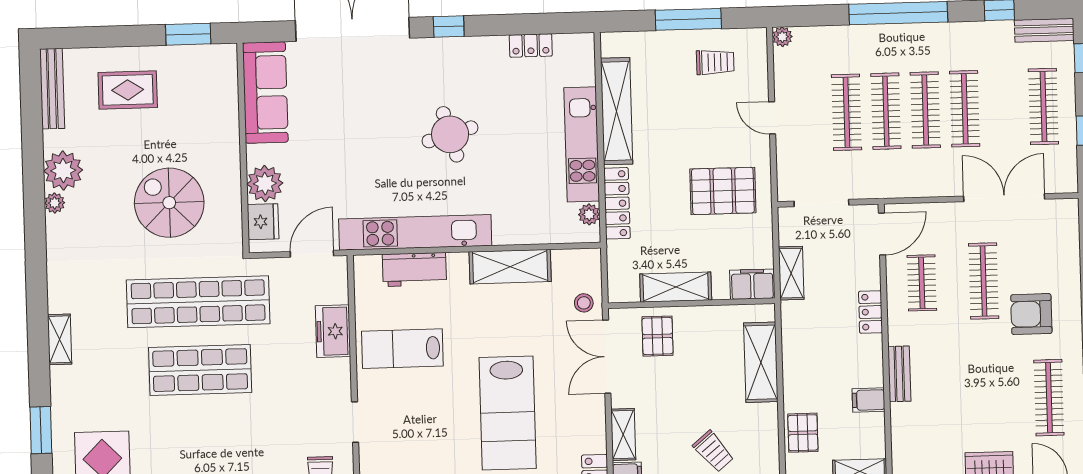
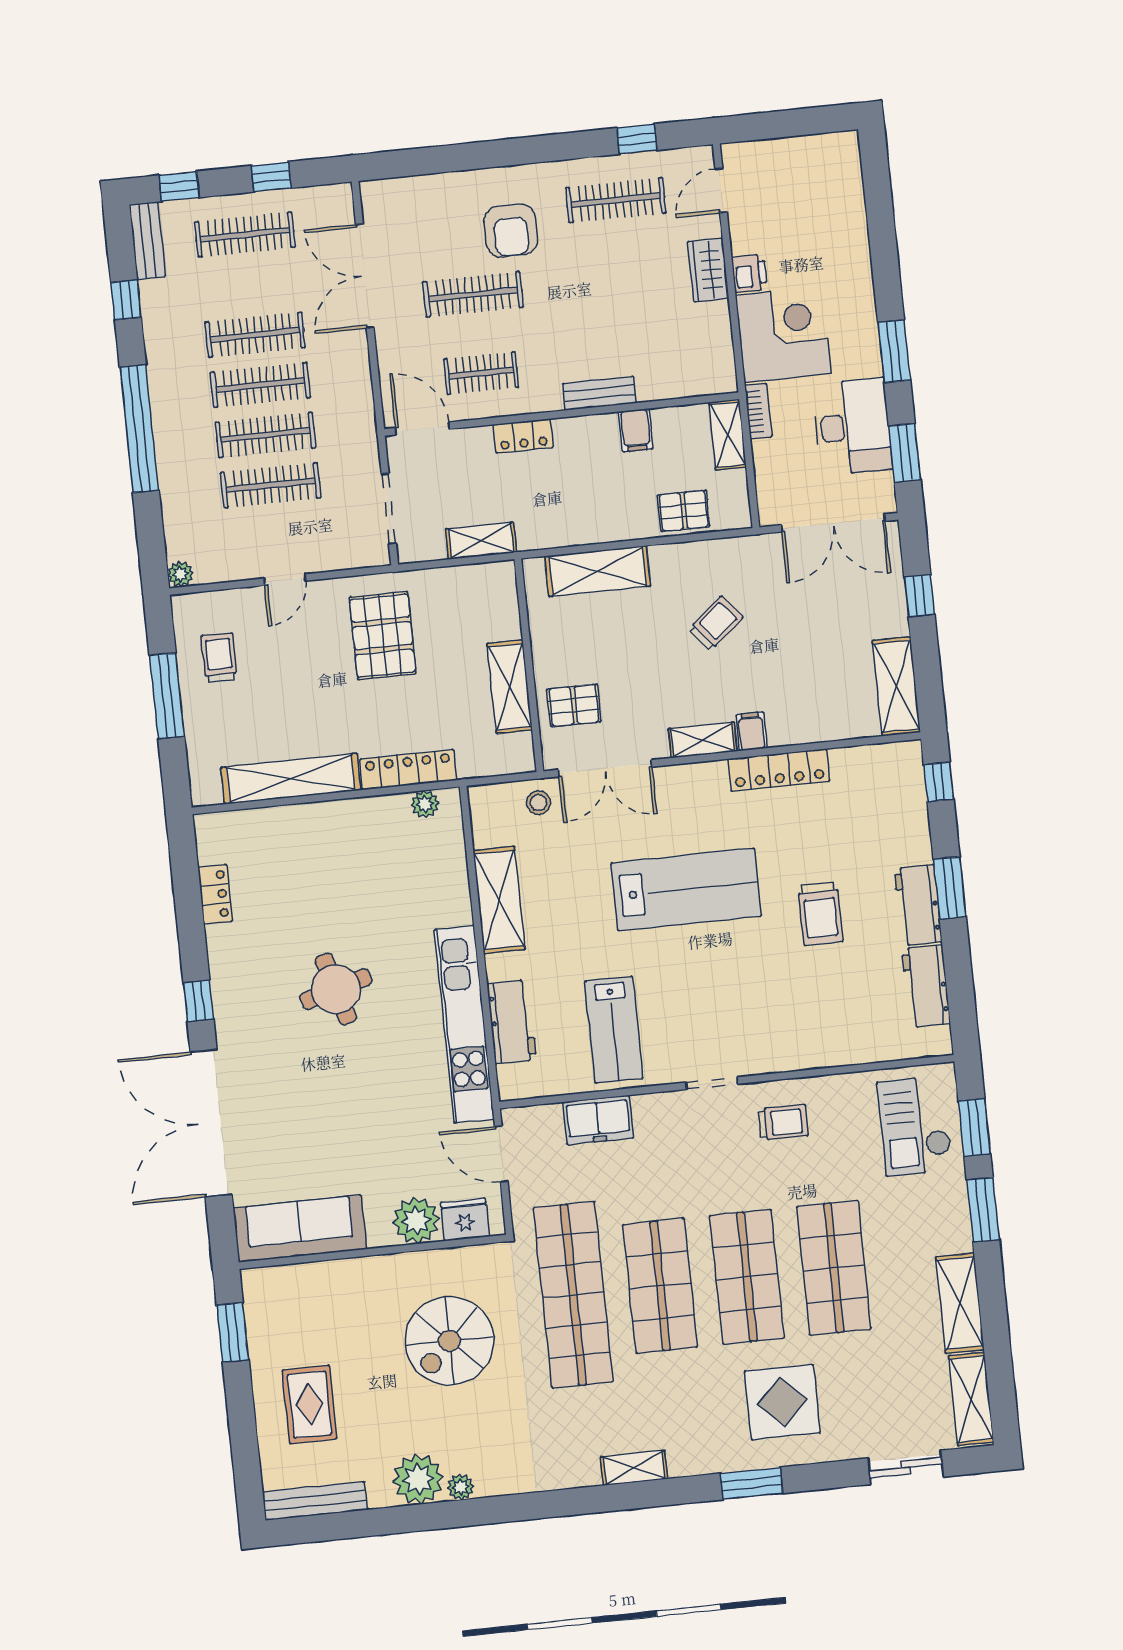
kitchen unit: (582, 144) -> (336, 820), removed
filing cabinet: (752, 284) -> (499, 589), removed
shop shelf: (202, 438) -> (747, 1277), added

